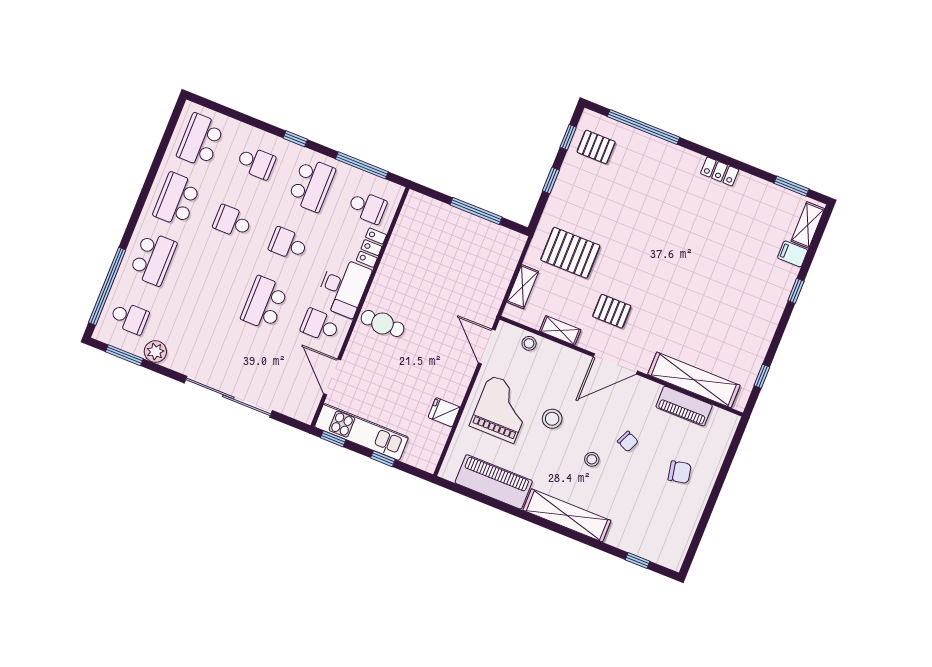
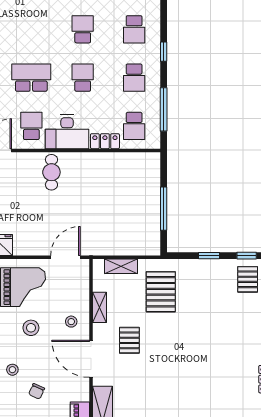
school desk: (312, 185) -> (134, 78), width x0.54
stool: (529, 343) -> (71, 322), moved

